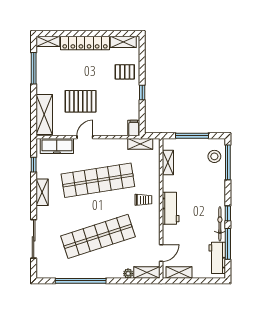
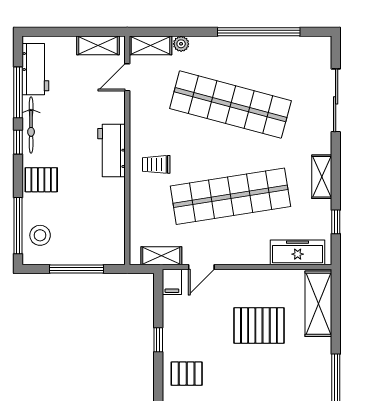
door: (85, 137) -> (201, 267), moved
shelving: (168, 163) -> (116, 225), removed
pallet: (214, 190) -> (41, 180), added
shop shelf: (98, 236) -> (230, 105), turned 33

